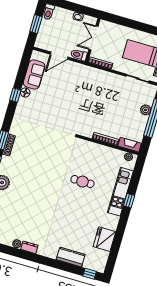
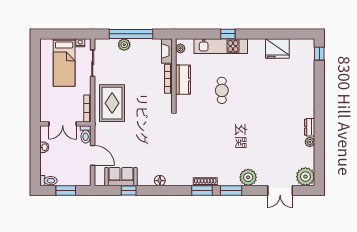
rug: (99, 85) -> (112, 103), added
floor lamp: (25, 92) -> (160, 181), moved
window: (15, 95) -> (129, 190), moved
kitchen counter: (71, 257) -> (183, 80), moved, turned 180

